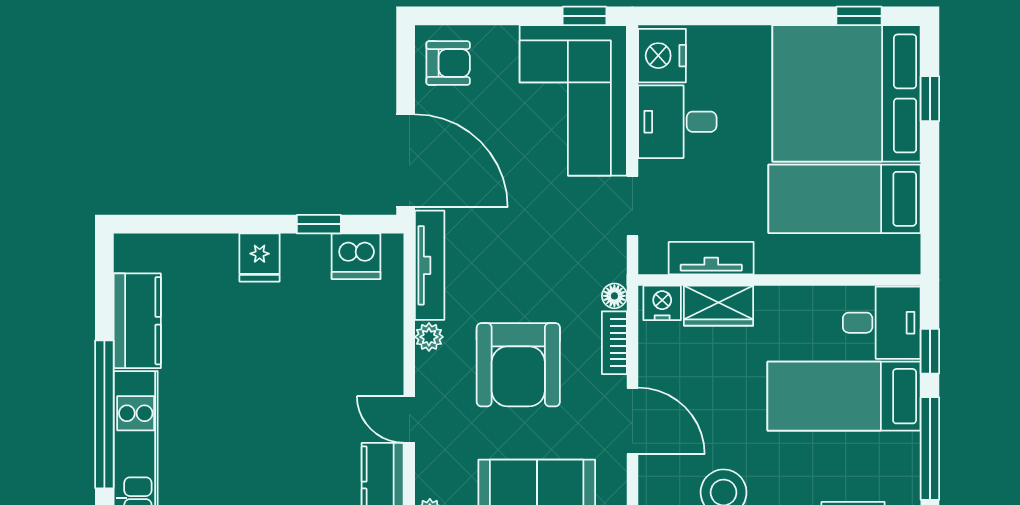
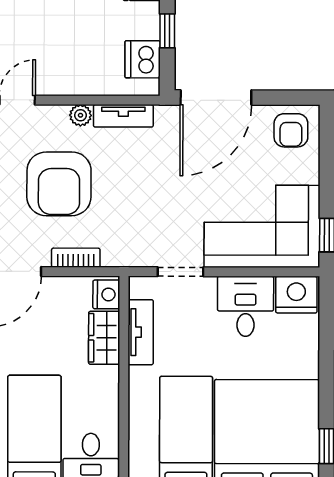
tv unit: (430, 265) -> (123, 116), width x0.71
floor lamp: (614, 296) -> (112, 258), removed
armchair: (518, 365) -> (59, 184), turned -90

